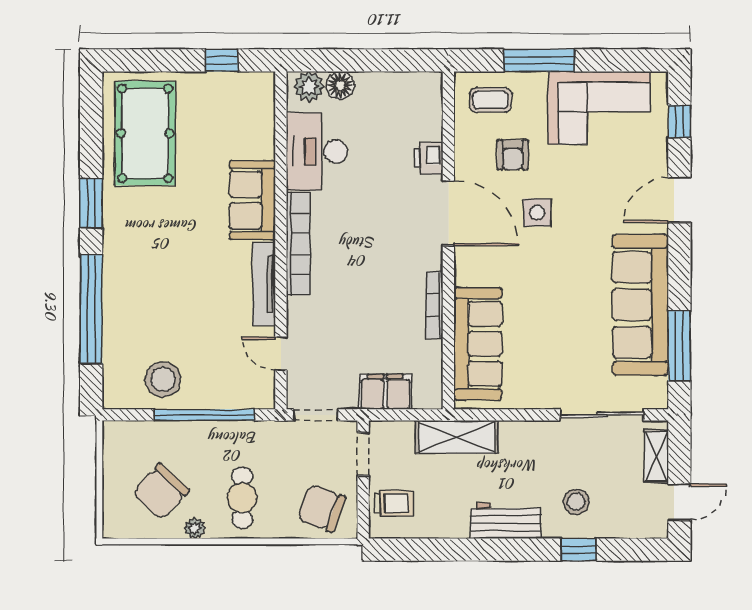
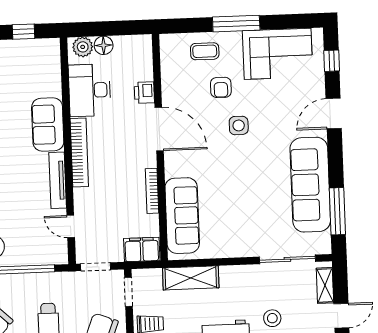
printer: (429, 158) -> (144, 93), moved
door: (448, 213) -> (159, 129), moved
wall: (448, 240) -> (160, 147), moved
bookcase: (434, 305) -> (152, 191), moved
sofa: (478, 344) -> (182, 216), moved

